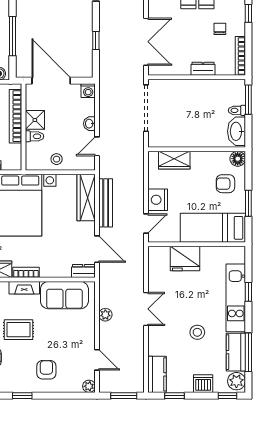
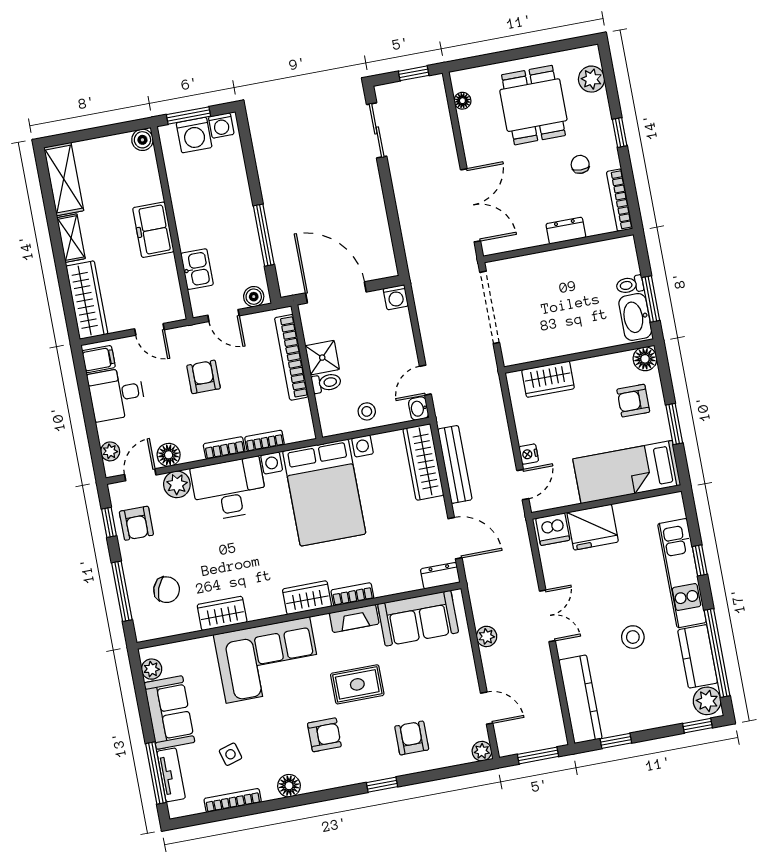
window: (96, 40) -> (393, 218), removed
window: (248, 100) -> (651, 299), moved
washbasin: (89, 124) -> (419, 408), moved
nightstand: (158, 200) -> (529, 454), width x0.53, depth x0.56
window: (248, 352) -> (717, 653), width x1.46
kitchen counter: (157, 374) -> (580, 699), width x1.50
dishwasher: (203, 384) -> (553, 529), moved, turned 180

